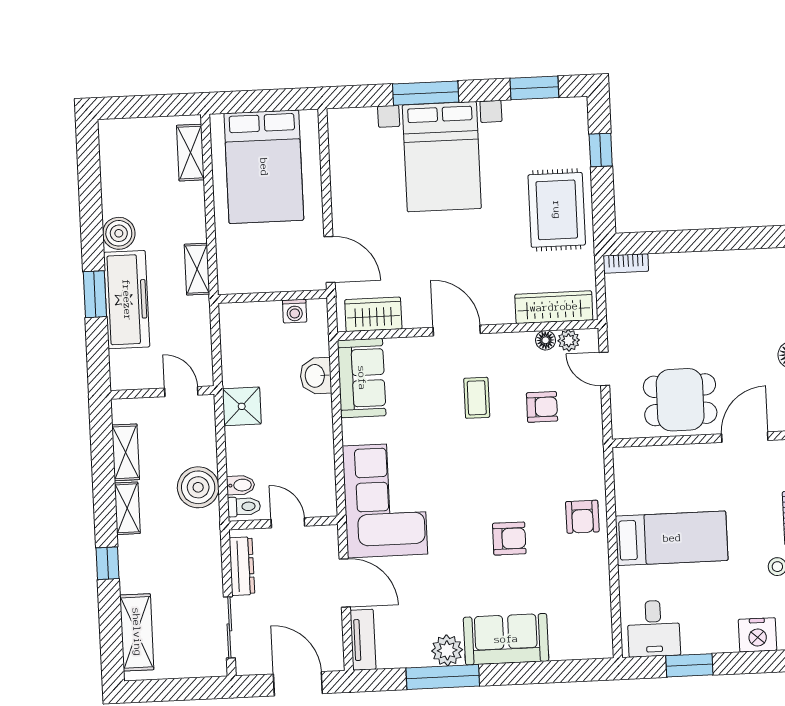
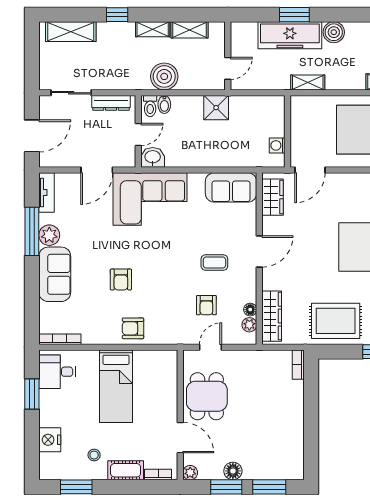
door: (604, 369) -> (211, 347), moved
washbasin: (316, 376) -> (153, 157), moved
bookcase: (604, 627) -> (60, 339), added
tv unit: (363, 640) -> (47, 193), moved, turned -90

